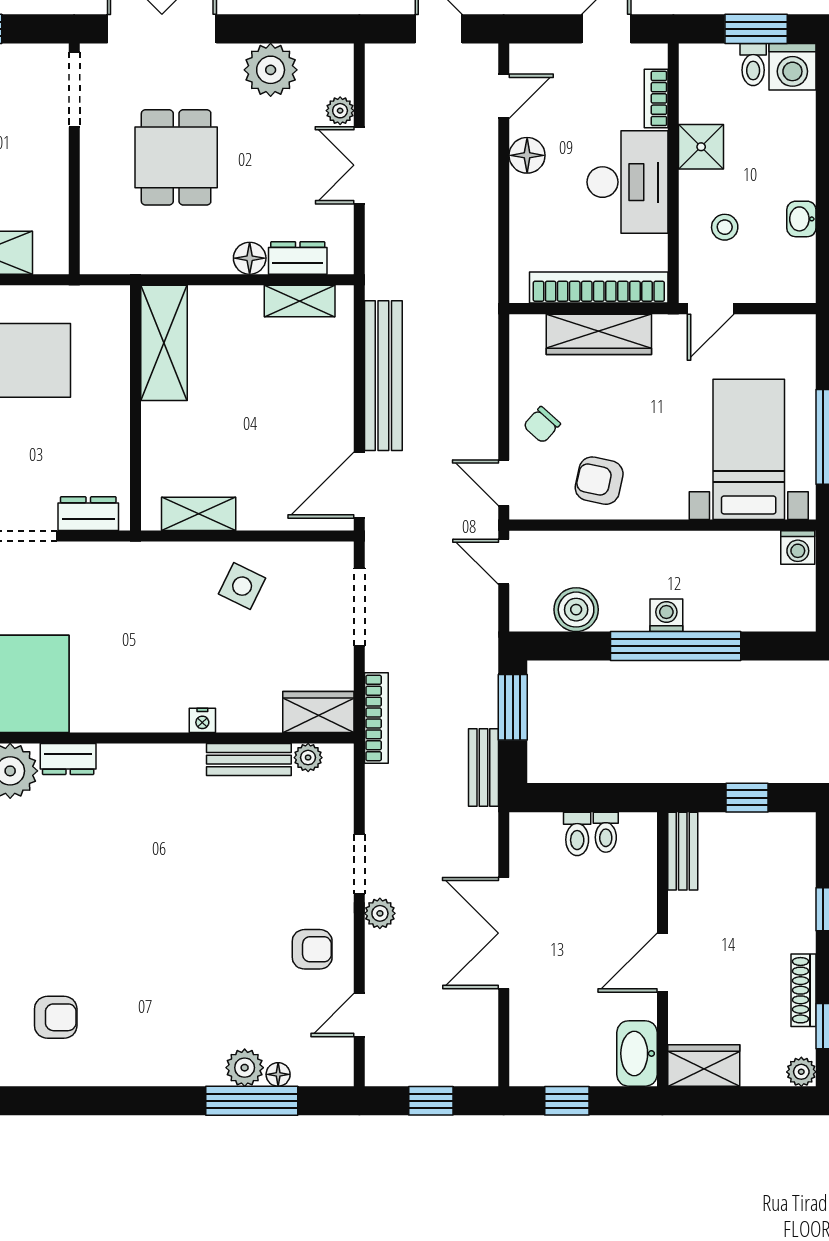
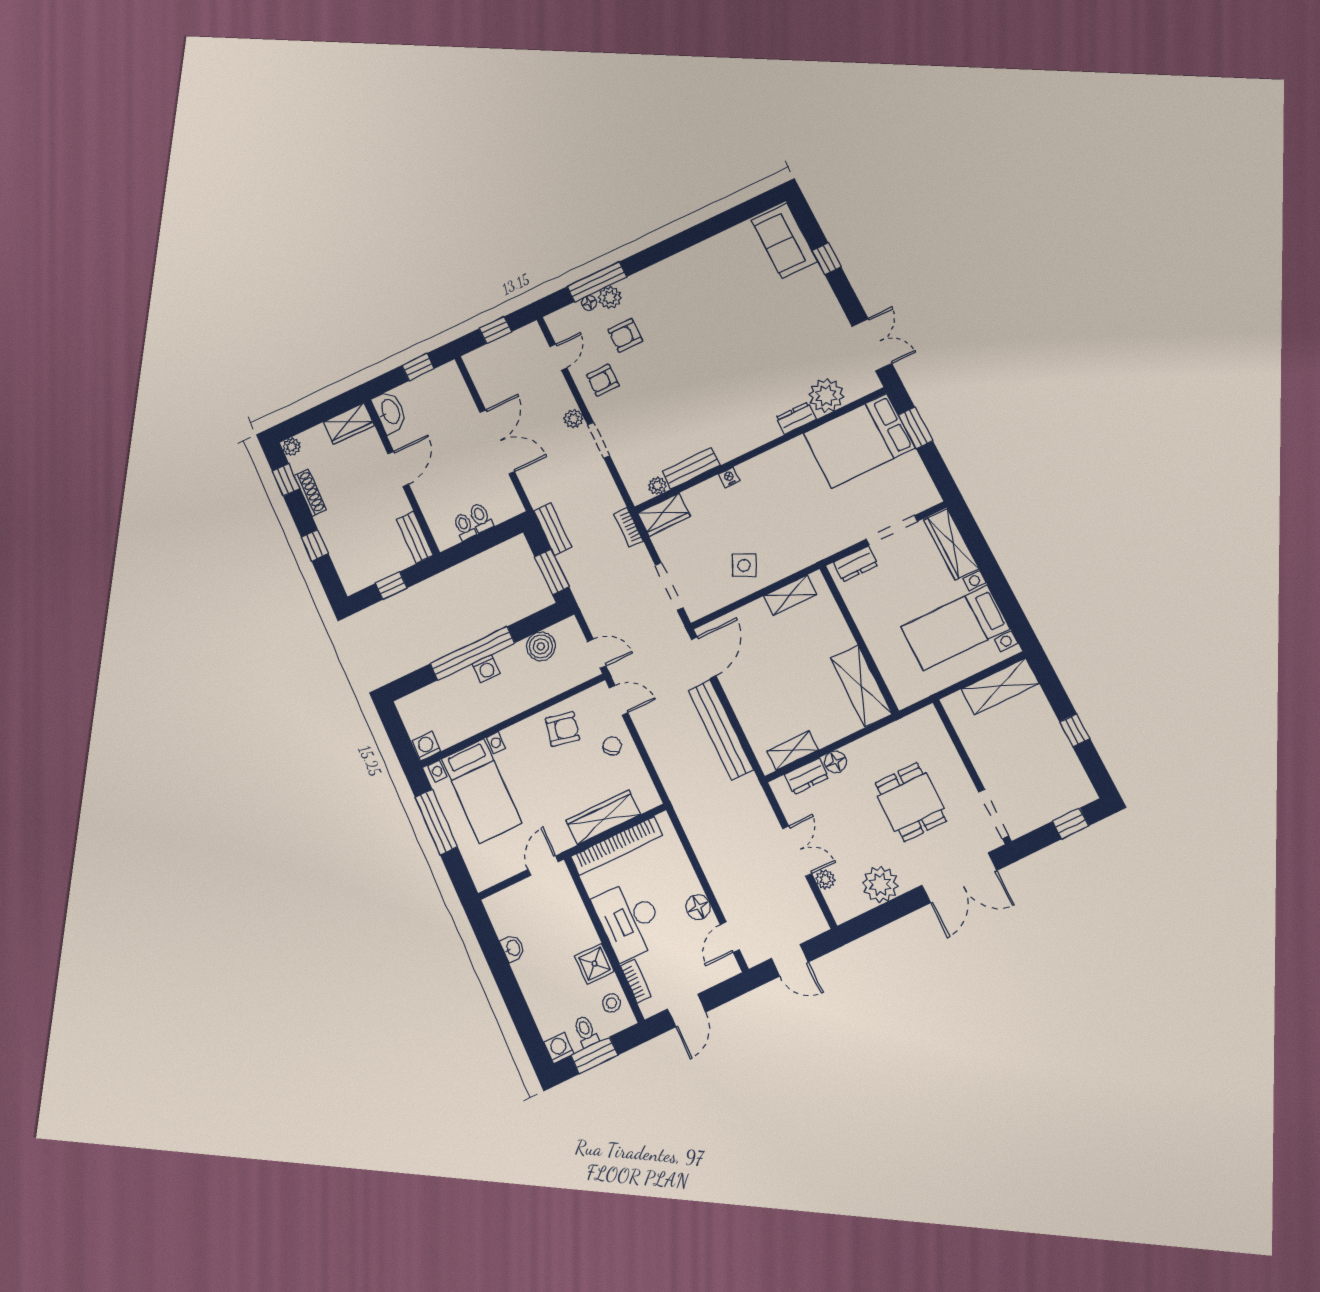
washing machine: (792, 67) -> (559, 1048), width x0.73, depth x0.73
stool: (725, 227) -> (611, 1003), moved
bookcase: (376, 718) -> (628, 527), width x0.64
armchair: (56, 1017) -> (625, 335), moved

